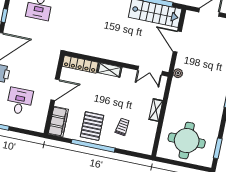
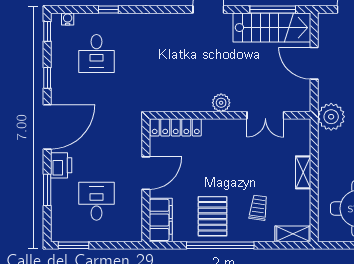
plant: (113, 55) -> (221, 103), added
shelving: (109, 70) -> (293, 234), moved
double door: (150, 71) -> (265, 115), moved
plant: (178, 73) -> (331, 117), width x1.88, depth x1.88

